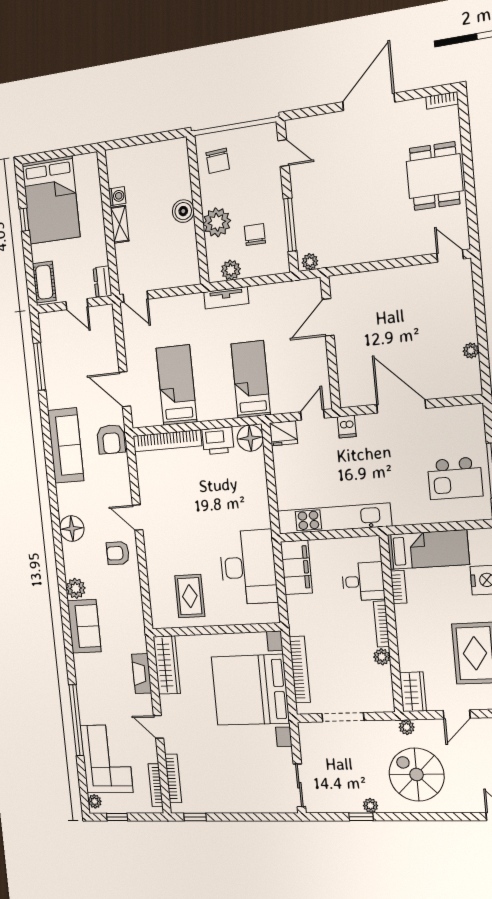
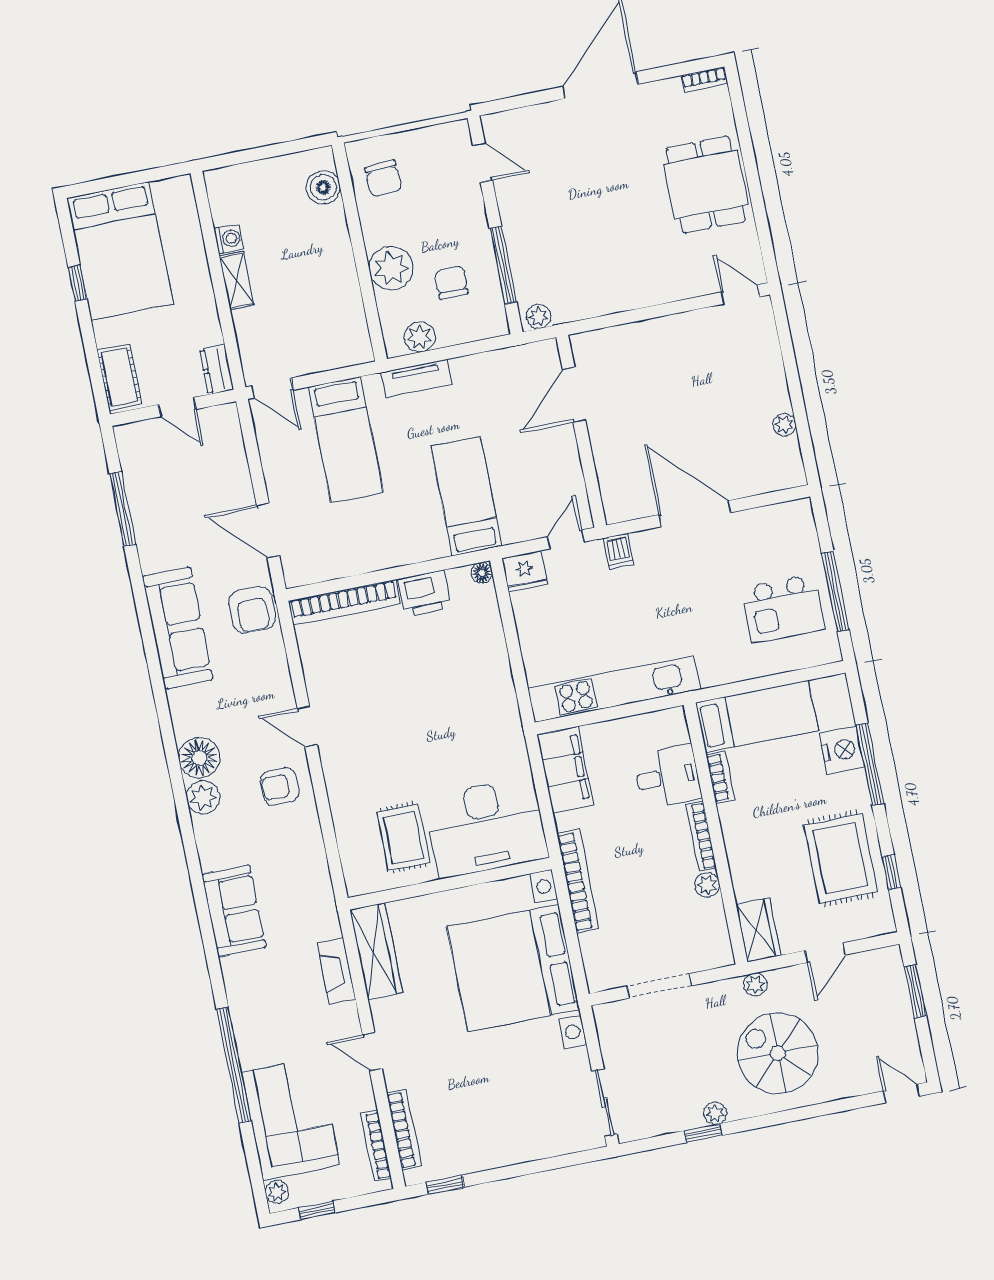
boiler: (183, 211) -> (323, 187), moved
bed: (177, 385) -> (346, 440), moved, turned 180
floor lamp: (250, 438) -> (482, 573), width x0.53, depth x0.53
desk: (248, 567) -> (486, 827), moved, turned 90
plant: (76, 588) -> (203, 797), moved
bookcase: (300, 669) -> (578, 881), moved

